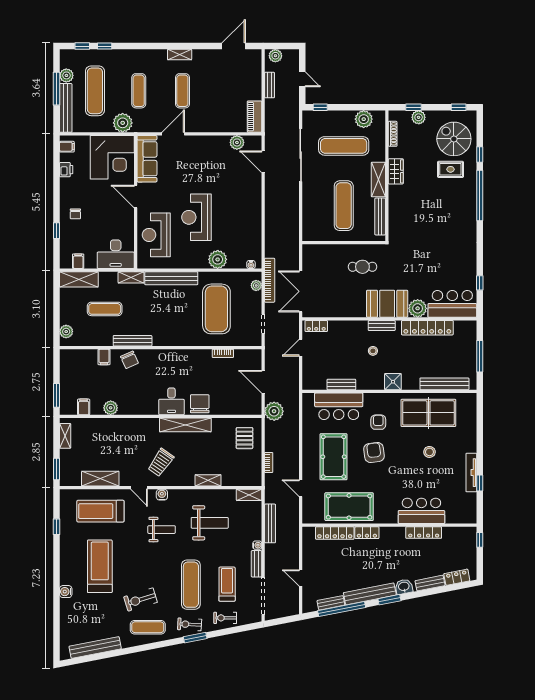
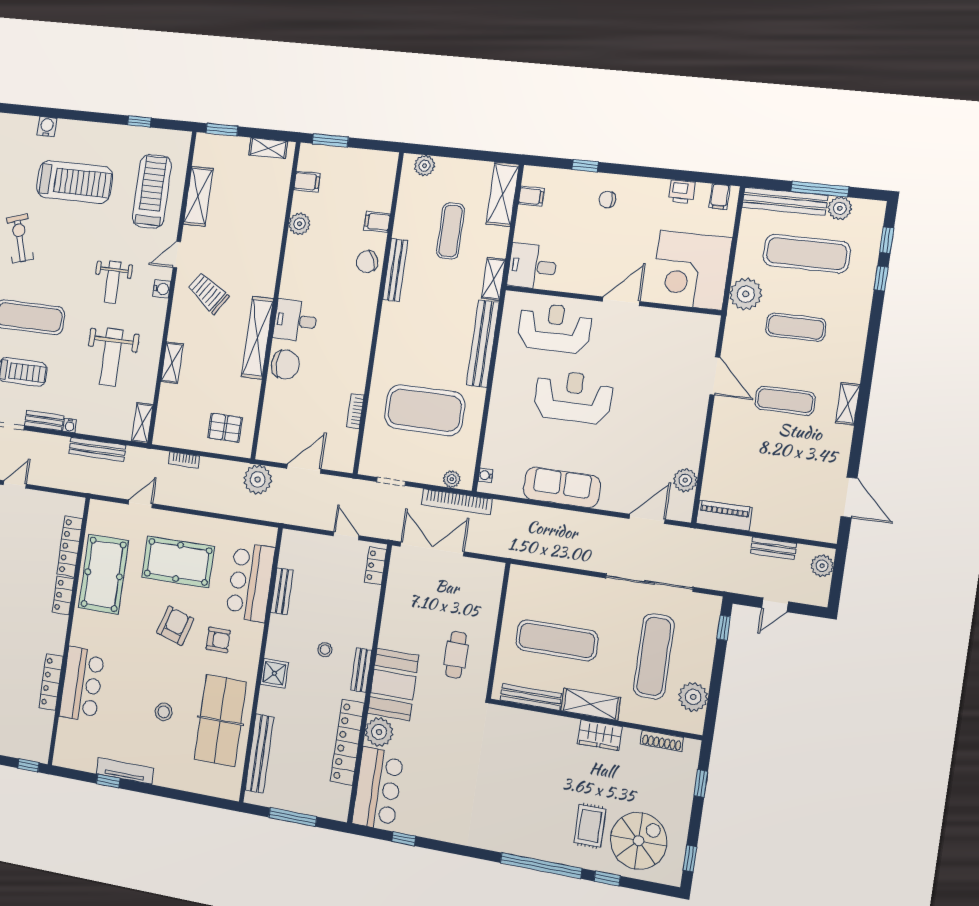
plant: (419, 117) -> (683, 789), removed
sofa: (147, 159) -> (562, 487), moved, turned 180
desk: (116, 254) -> (532, 266), width x0.73
plant: (218, 259) -> (501, 422), removed
armchair: (374, 453) -> (175, 626), turned -66

